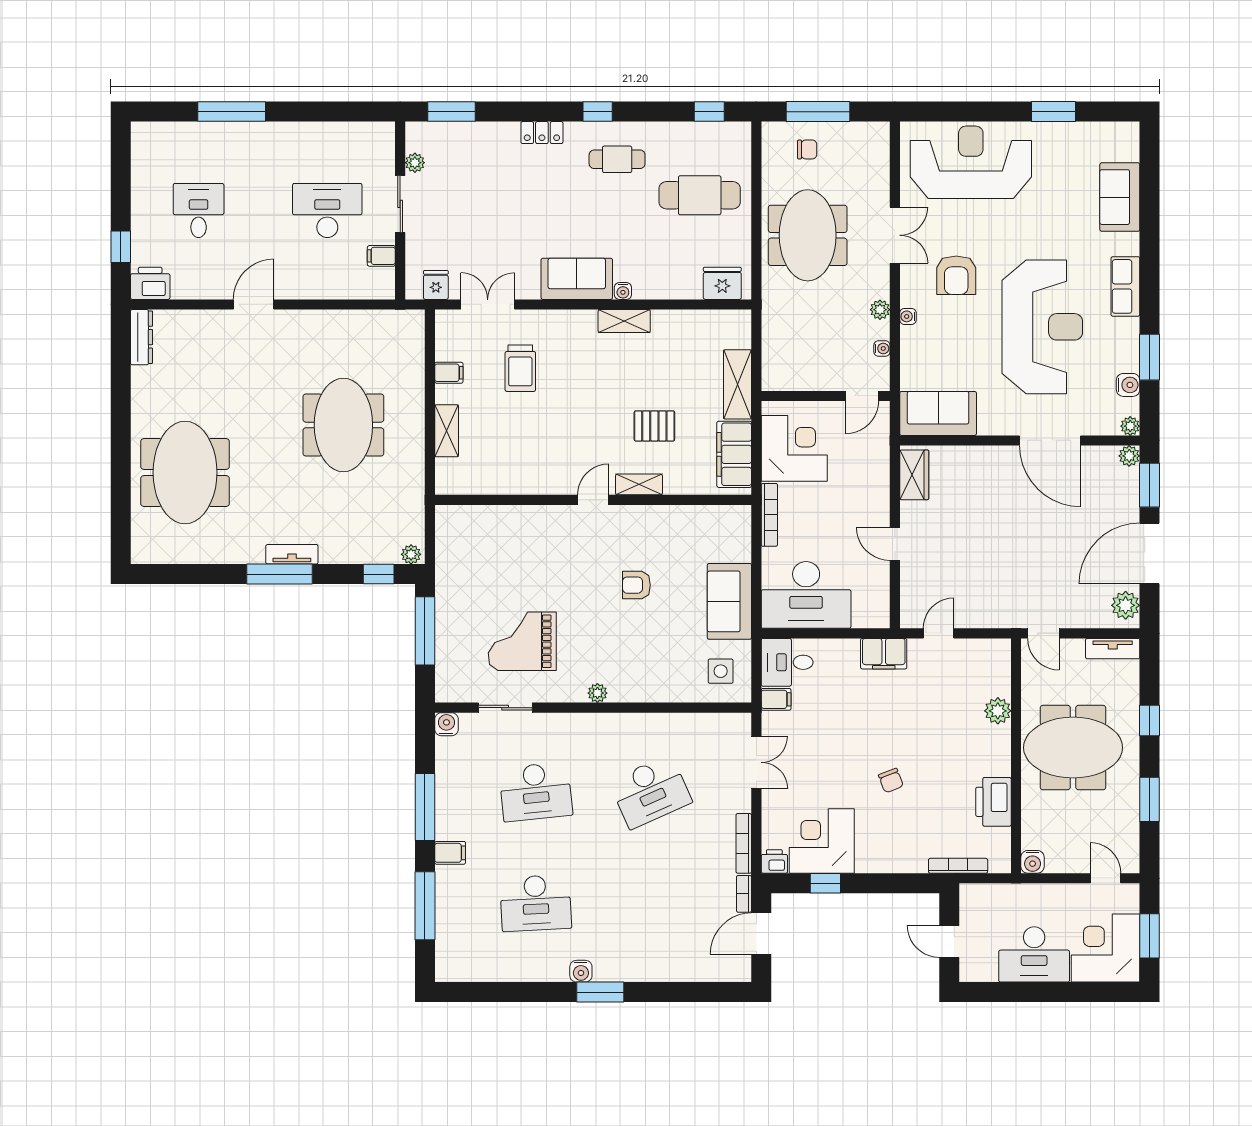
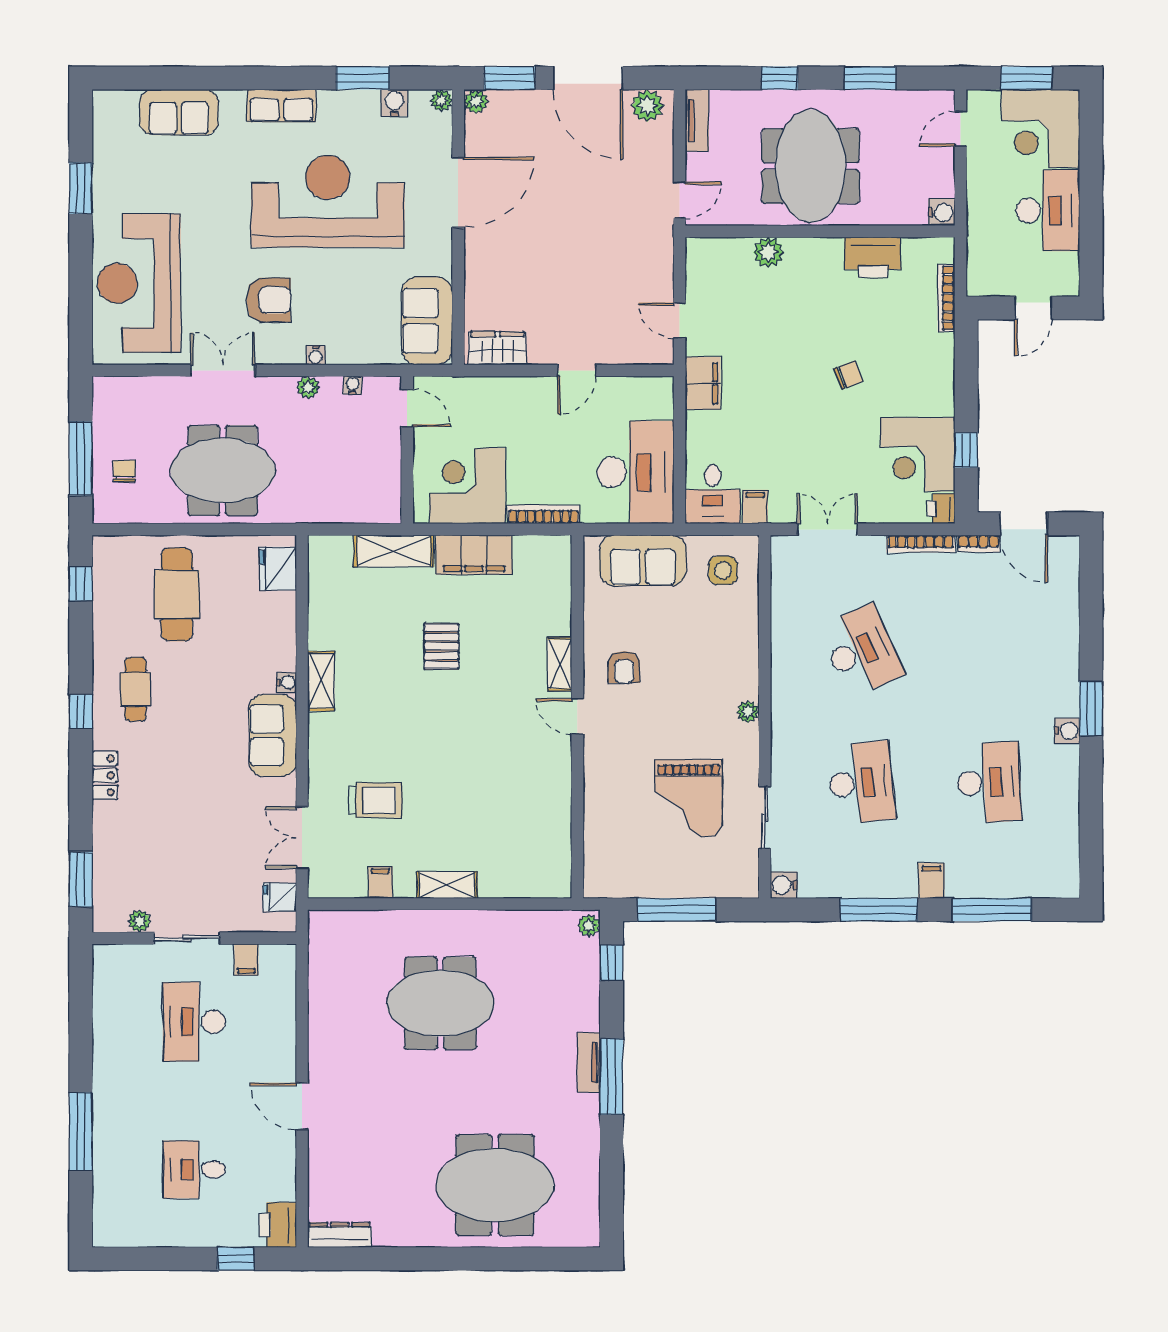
shelving: (639, 484) -> (560, 664), moved
door: (593, 500) -> (577, 716), moved
wall: (593, 500) -> (577, 717), moved

